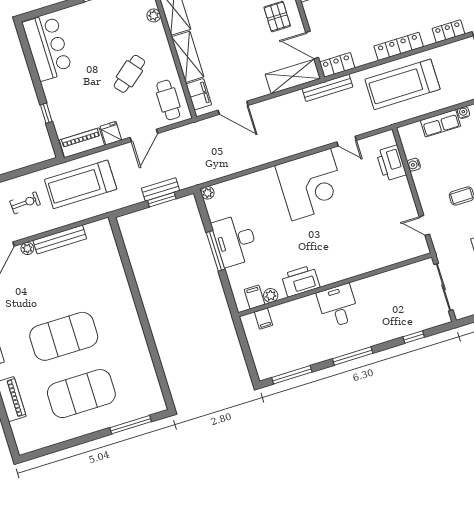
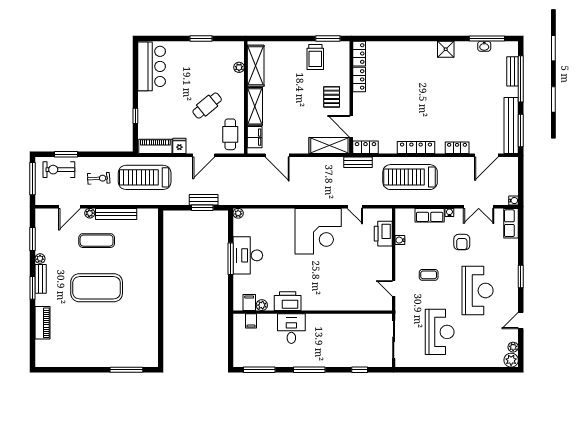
bench: (327, 88) -> (358, 162), width x0.73
desk: (338, 306) -> (291, 329), moved
exercise mat: (81, 394) -> (97, 241), moved, width x0.50, depth x0.69

